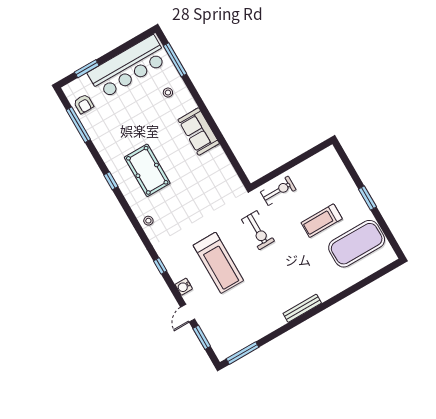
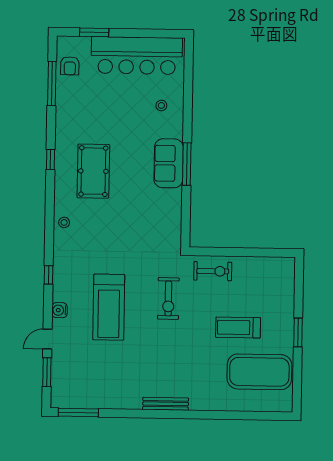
window: (175, 60) -> (187, 164), moved

